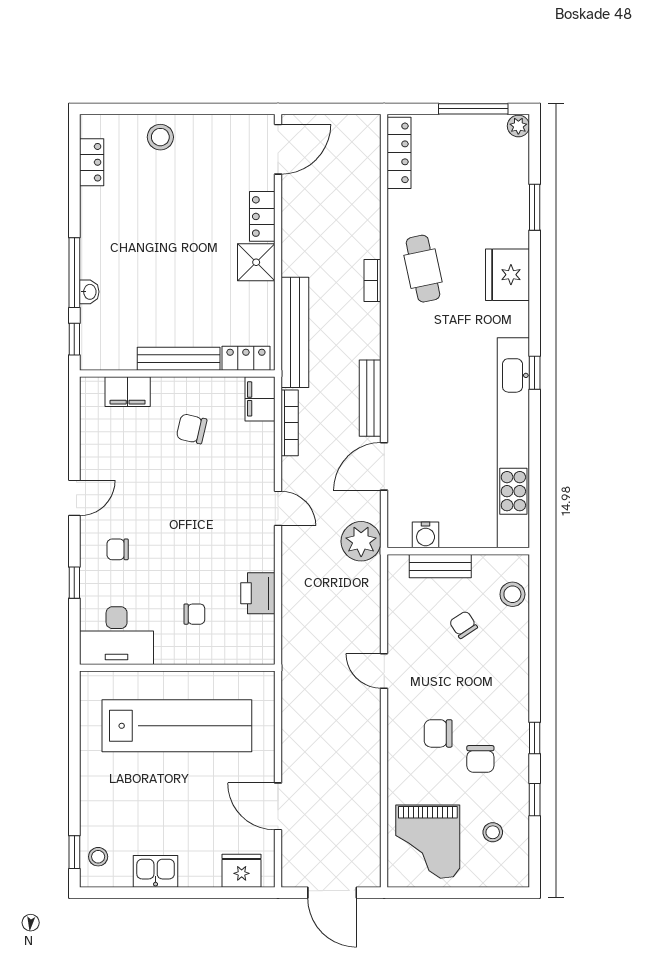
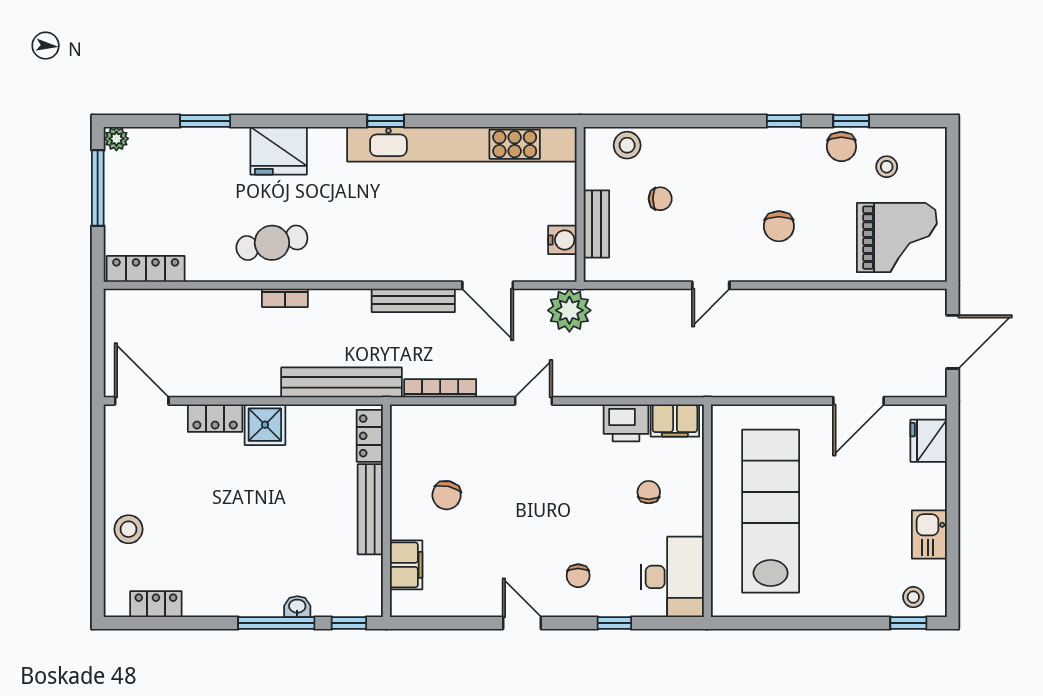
filing cabinet: (260, 399) -> (675, 421), moved
chair: (463, 625) -> (660, 199), turned -147
chair: (480, 759) -> (841, 147), moved, turned 90

